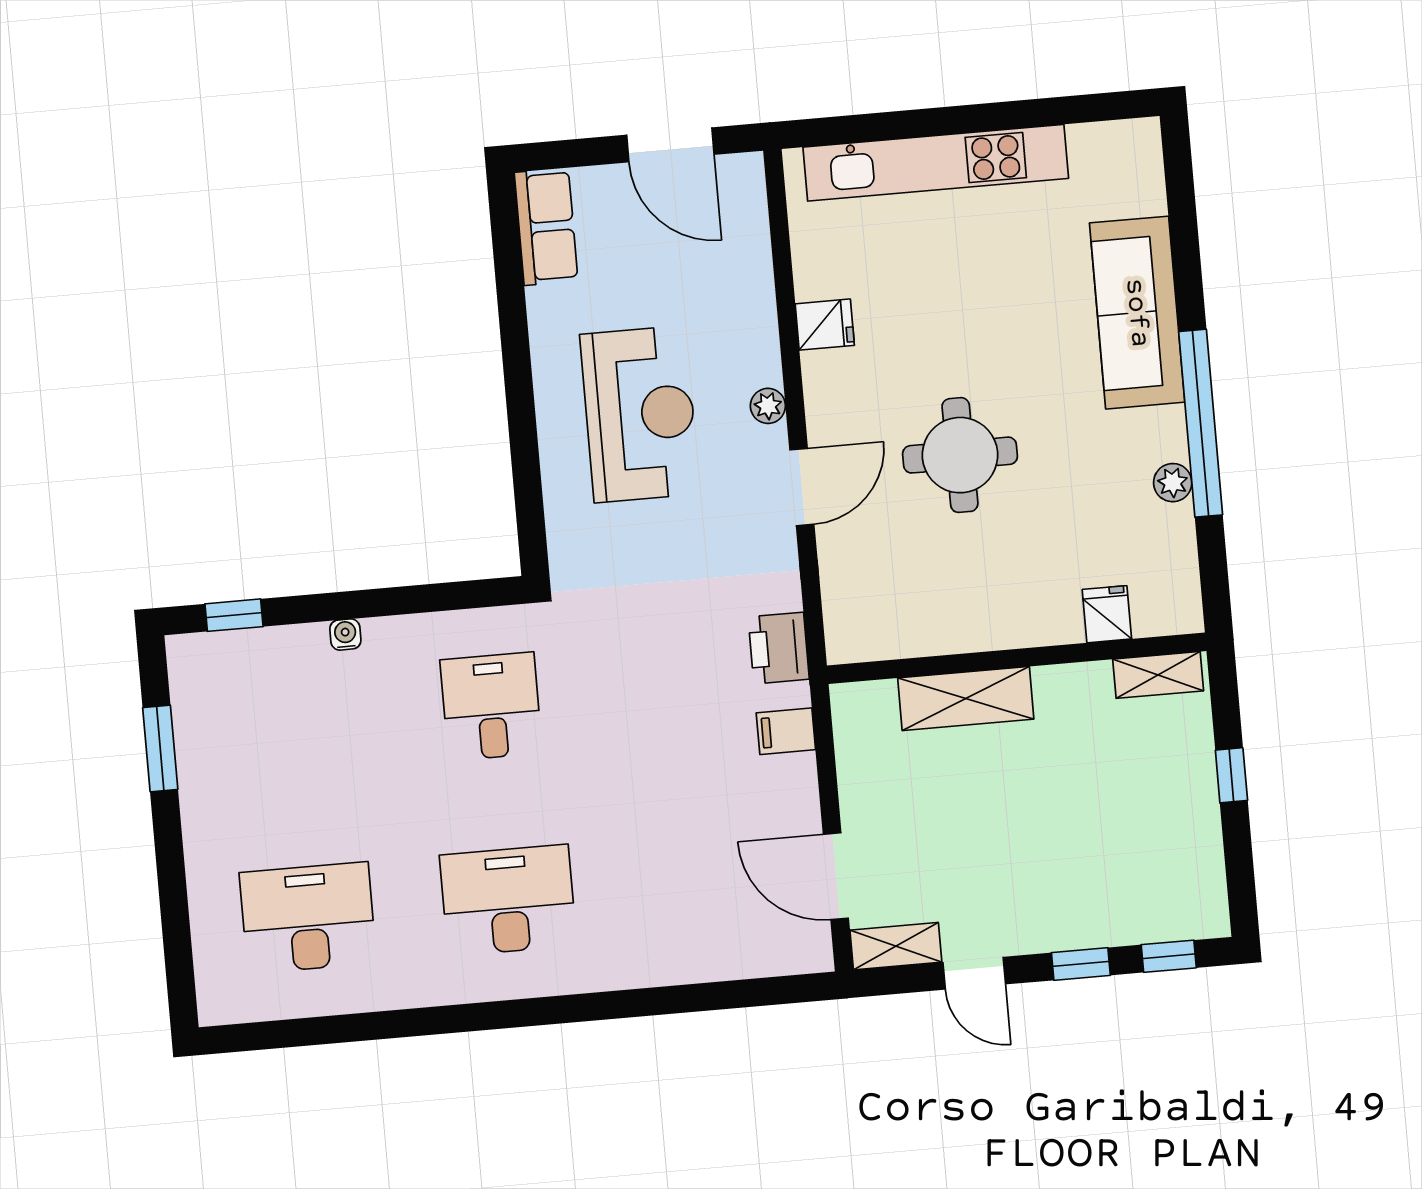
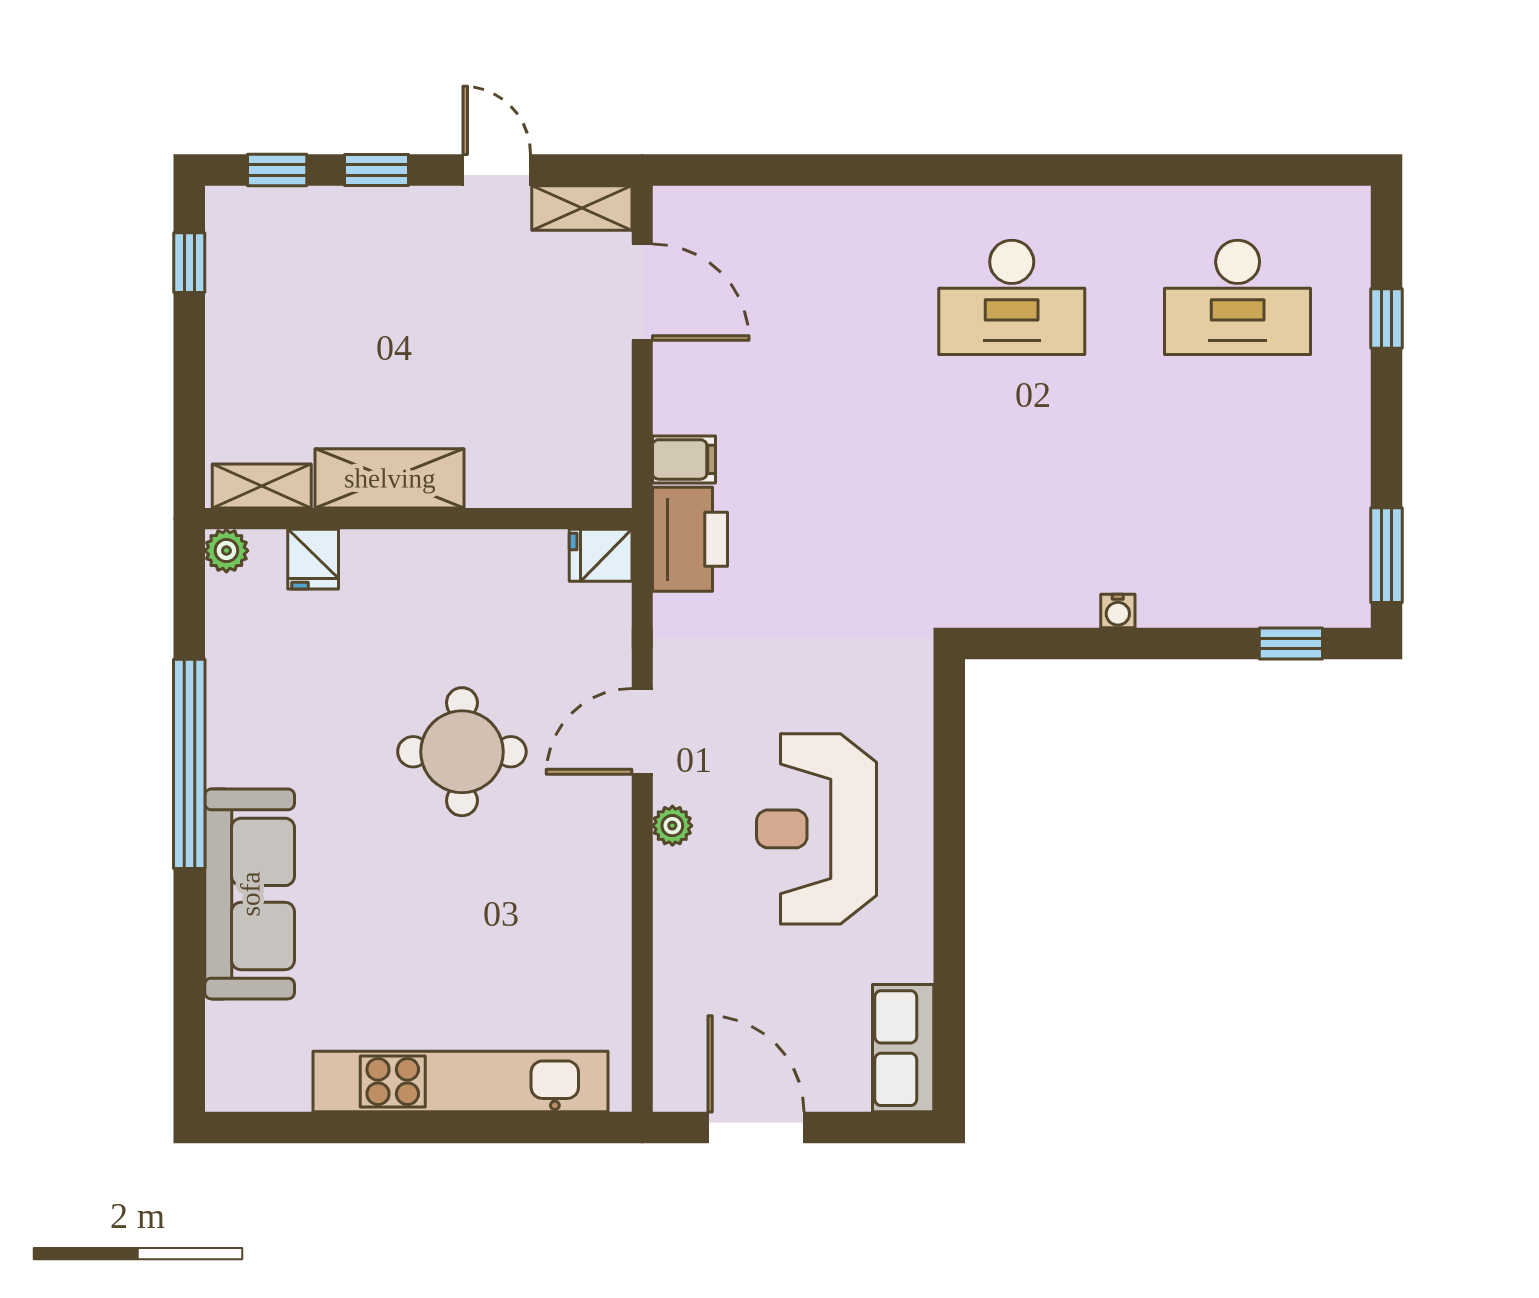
fridge: (825, 325) -> (601, 555), moved
plant: (1173, 483) -> (226, 551), moved
water cooler: (345, 634) -> (1118, 611), moved
printer: (779, 648) -> (690, 539), width x1.37, depth x1.19
shelving: (966, 699) -> (390, 478), moved
desk: (491, 706) -> (1012, 516), removed
window: (160, 749) -> (1386, 555), moved
window: (1231, 775) -> (189, 263), moved
window: (174, 911) -> (1386, 319), added

